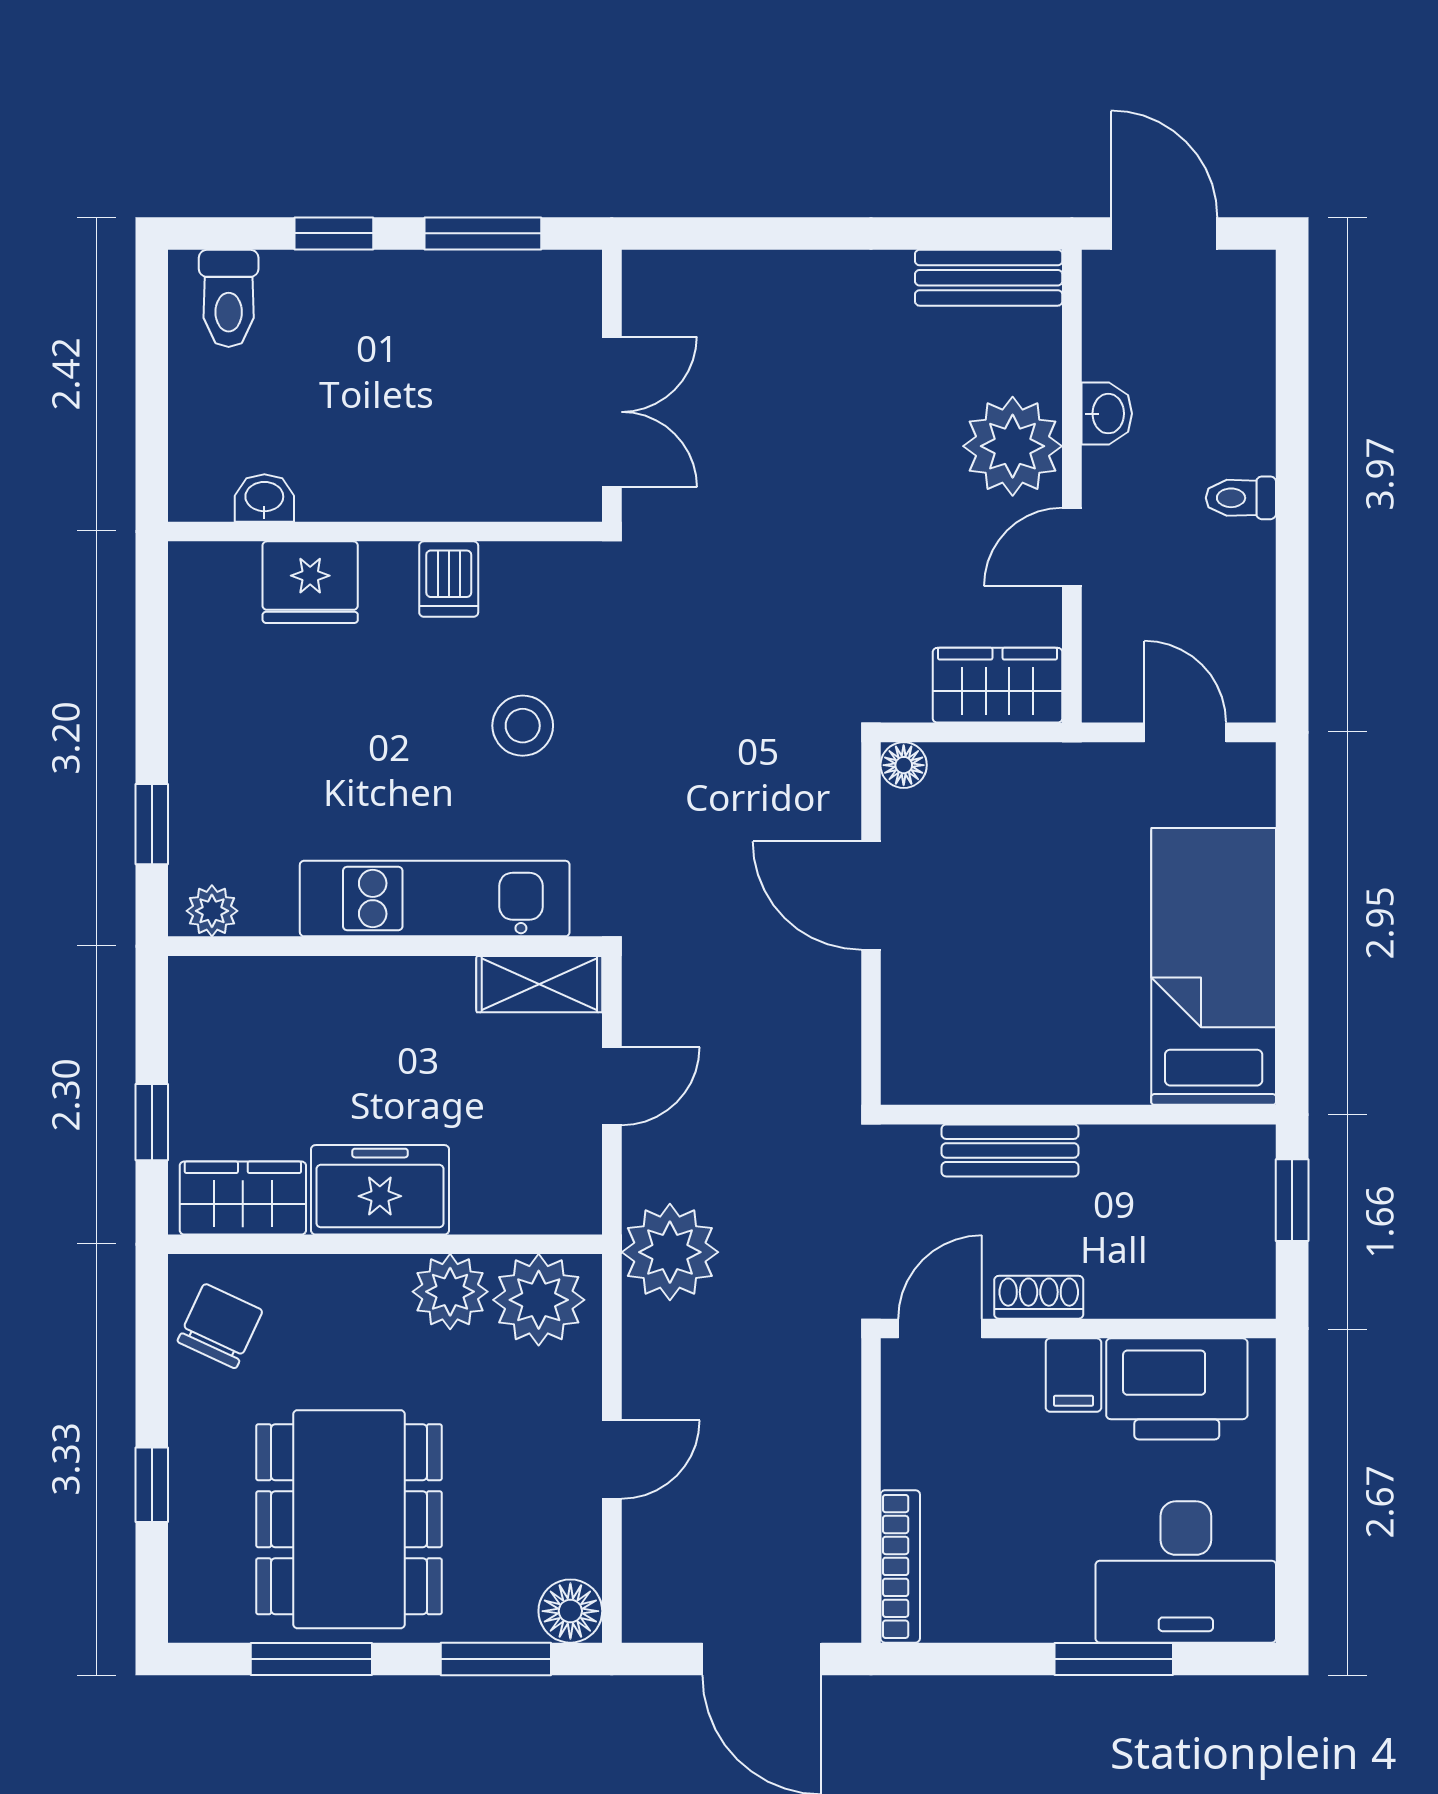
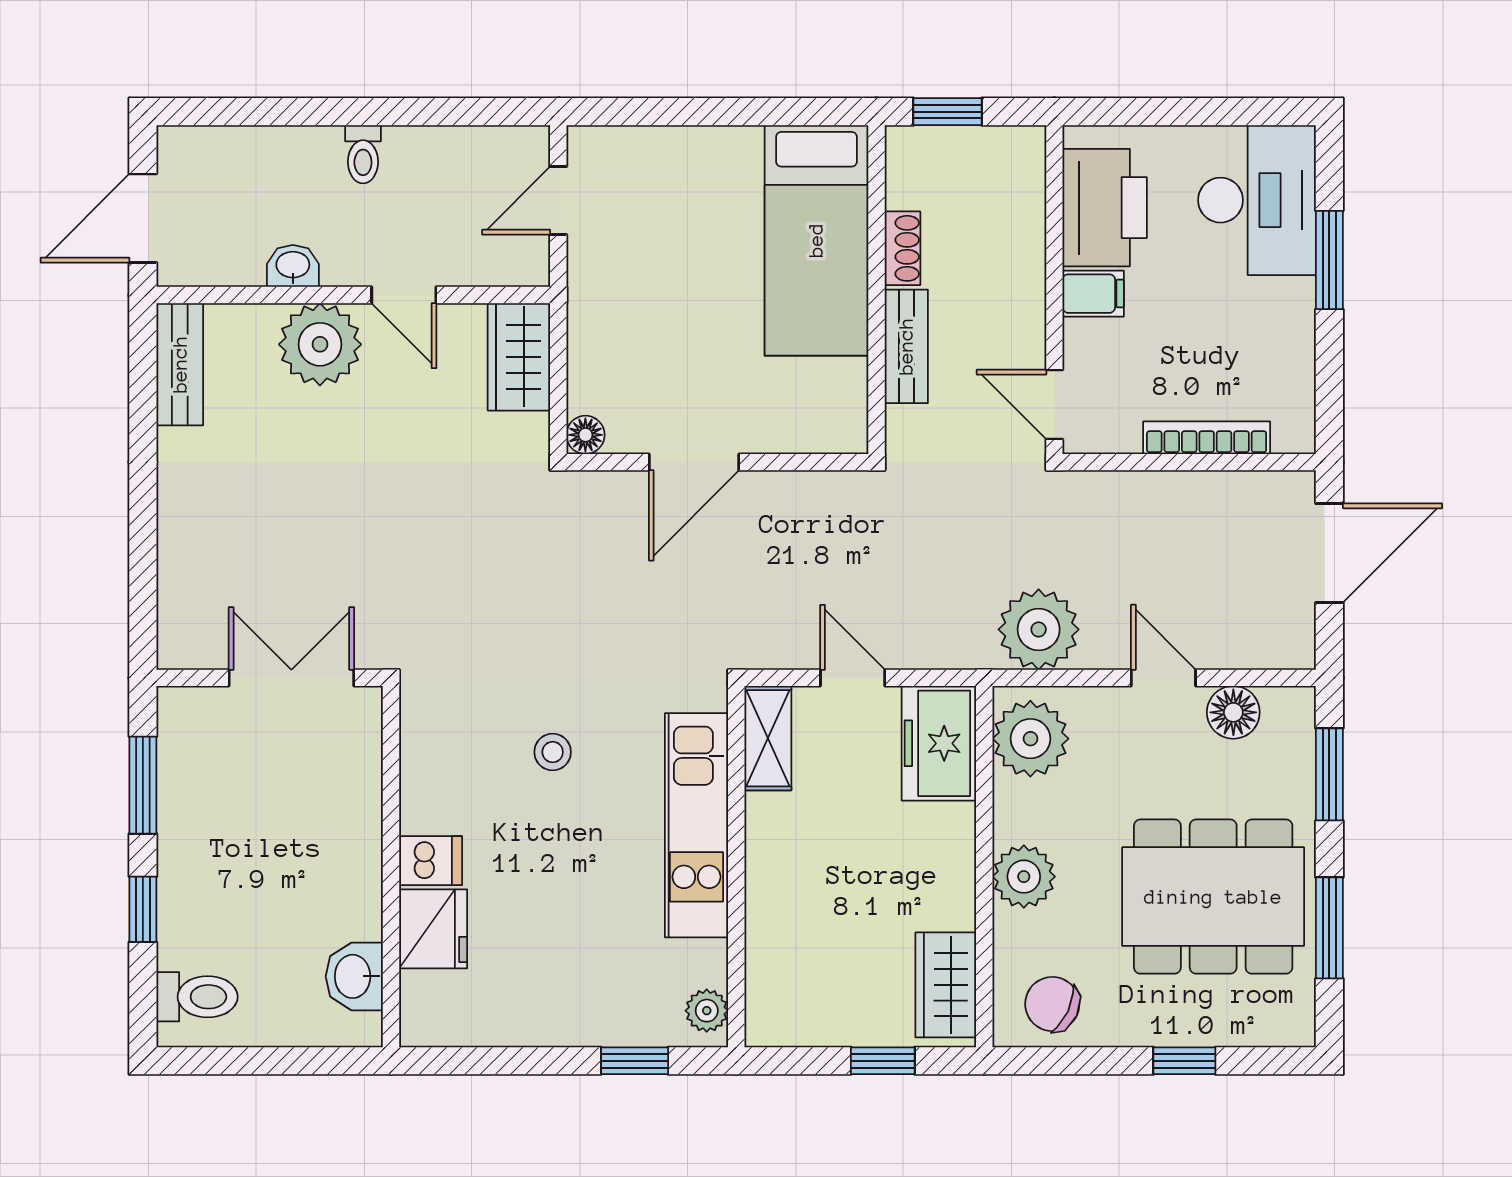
washbasin: (264, 498) -> (354, 976), width x1.38, depth x1.45
dishwasher: (449, 579) -> (431, 861), moved
stool: (523, 726) -> (553, 752), width x0.73, depth x0.73
bed: (1214, 966) -> (816, 240), moved, turned -90
freezer: (380, 1190) -> (939, 743), moved
plant: (670, 1252) -> (1039, 629), moved
plant: (450, 1292) -> (1024, 877), moved
shoe rack: (1039, 1297) -> (902, 248), moved, turned 180
bookcase: (900, 1566) -> (1207, 438), moved
floor lamp: (570, 1611) -> (1233, 712), moved

